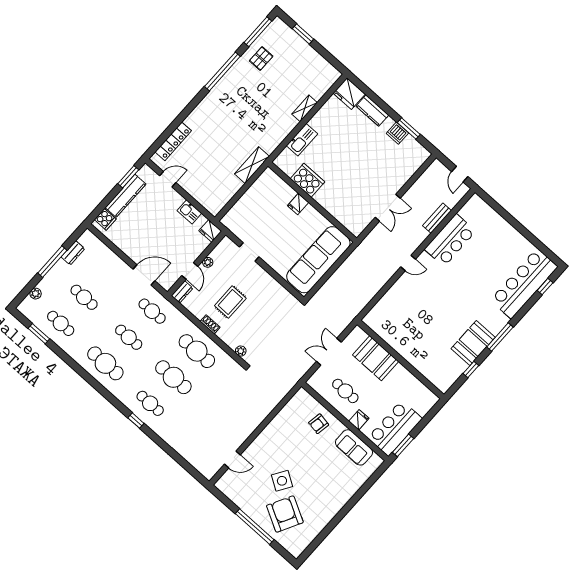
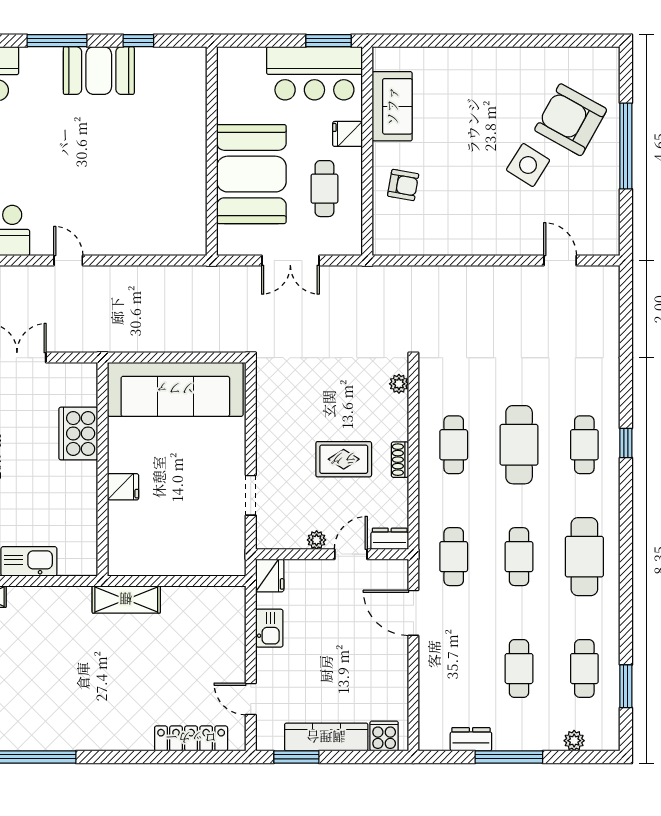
cooker: (307, 180) -> (78, 433), moved
cafe table: (197, 351) -> (454, 445), width x0.73, depth x0.74
booth: (376, 358) -> (251, 174), width x1.36, depth x1.42
armchair: (285, 514) -> (571, 120), turned 91

